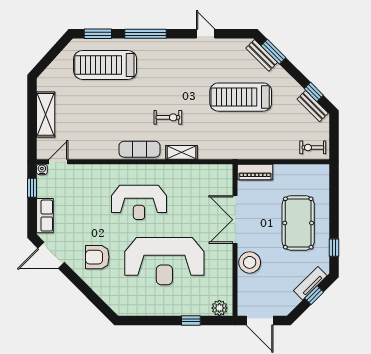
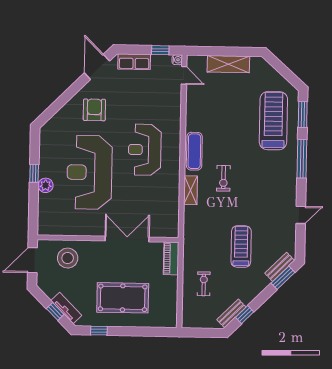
treadmill: (241, 97) -> (241, 247), width x0.73, depth x0.73
exercise bike: (313, 147) -> (204, 284), moved
stool: (250, 262) -> (68, 258), moved
plant: (219, 308) -> (46, 185), moved
window: (191, 320) -> (34, 173), moved

